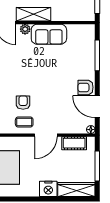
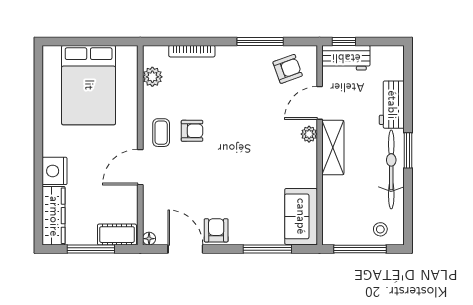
sofa: (49, 34) -> (301, 216), moved
door: (97, 107) -> (185, 249), hinge flipped
door: (46, 135) -> (140, 167), hinge flipped
cot: (74, 143) -> (117, 235), moved, turned 90

